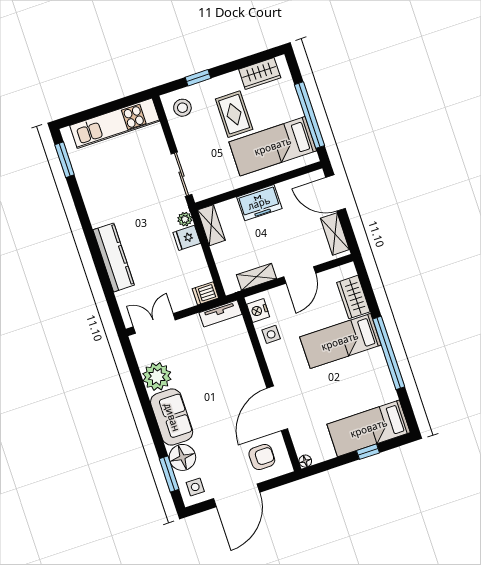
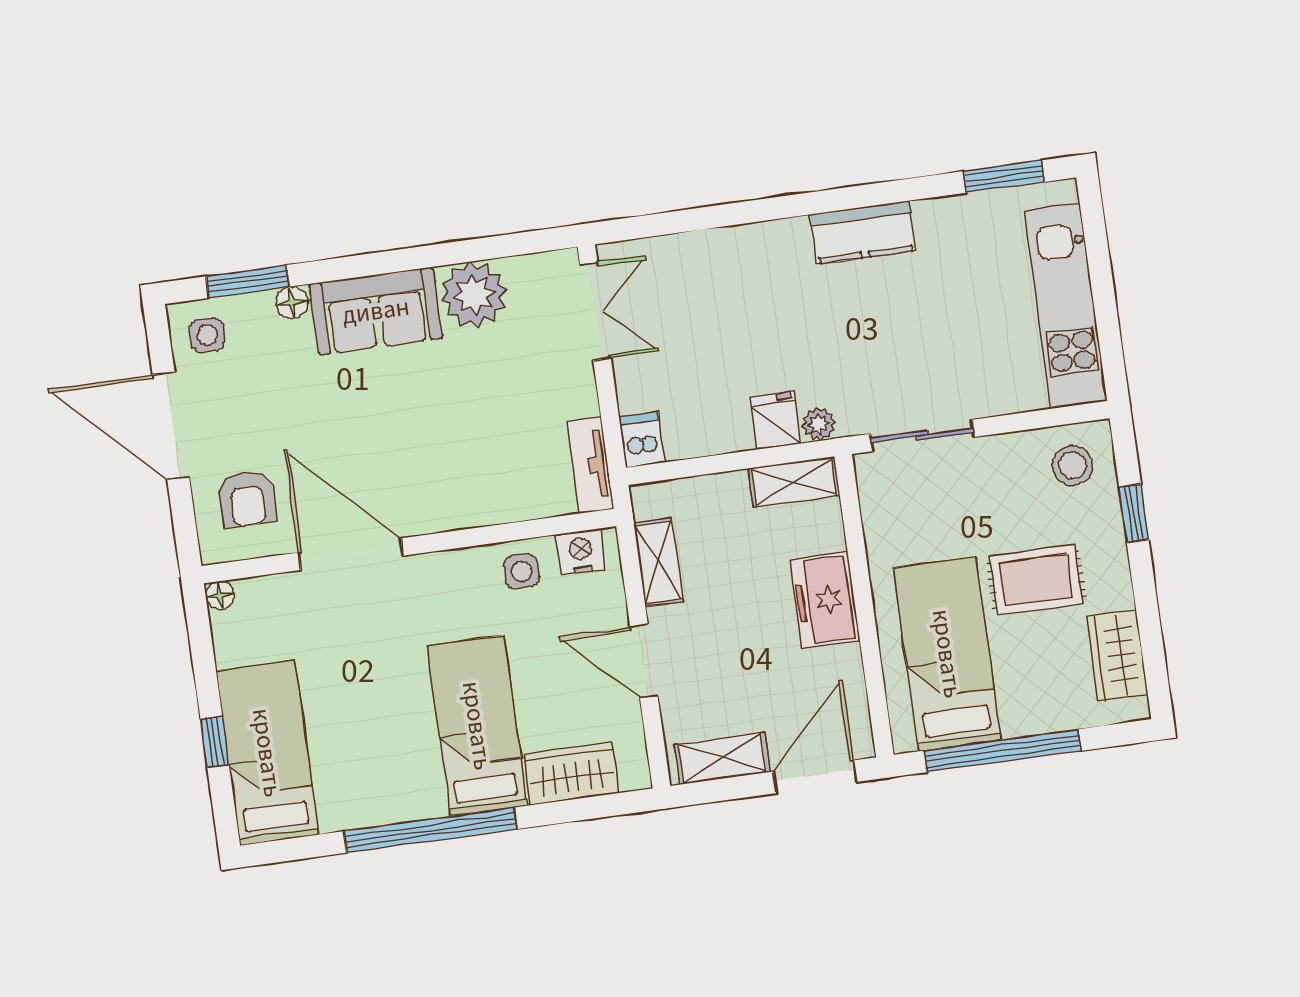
kitchen counter: (114, 257) -> (863, 233), moved, width x0.67
floor lamp: (182, 457) -> (292, 302), width x0.53, depth x0.53

